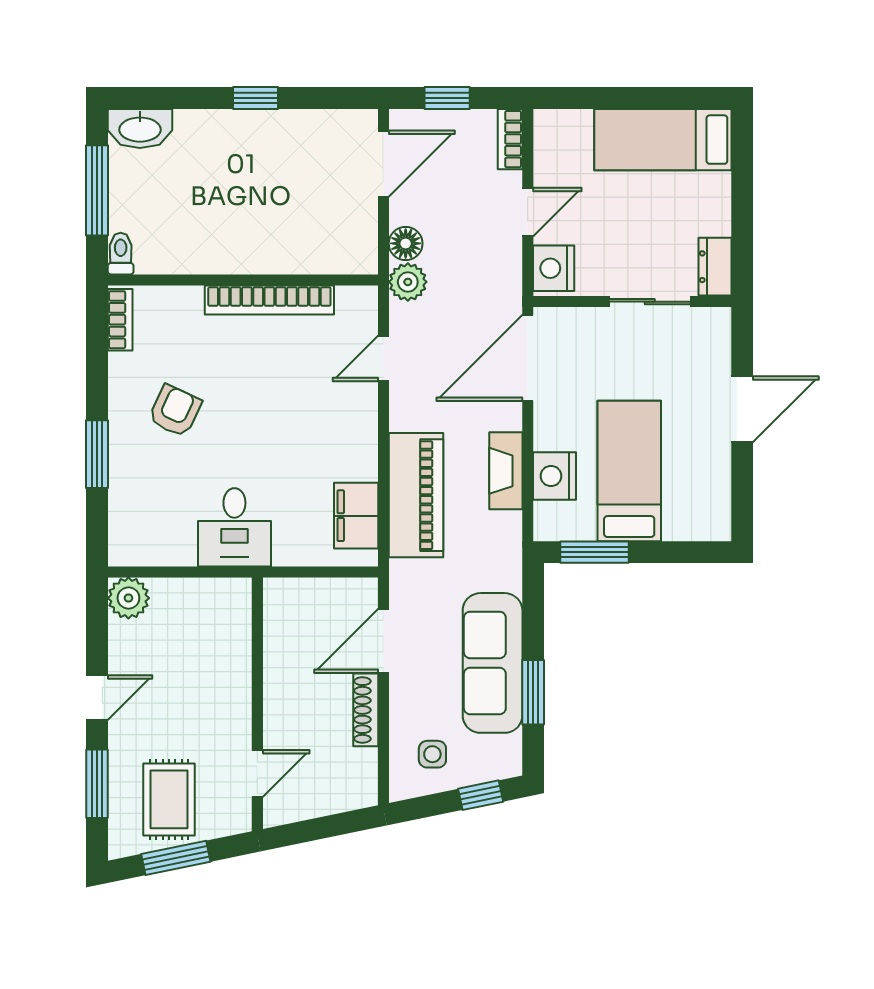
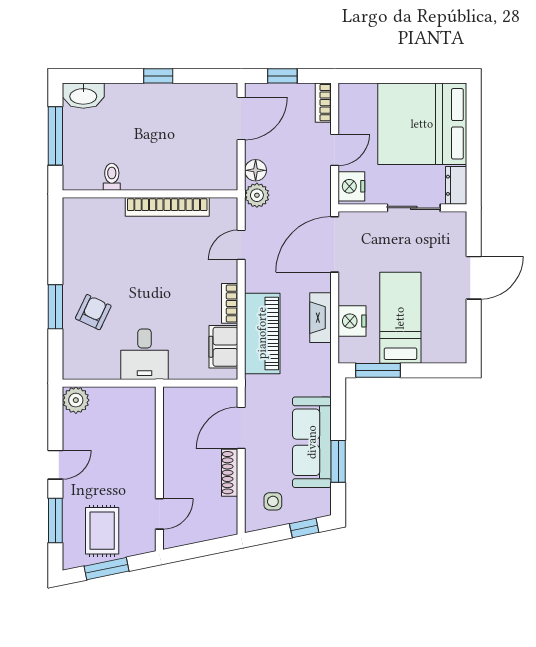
bed: (663, 140) -> (422, 124), width x2.04
toilet: (121, 254) -> (112, 177), moved
bookcase: (120, 320) -> (230, 303), moved, turned 180
armchair: (175, 411) -> (93, 312), moved

